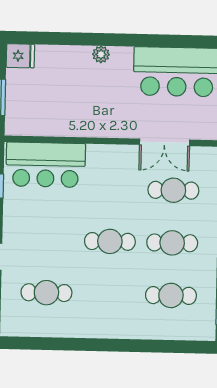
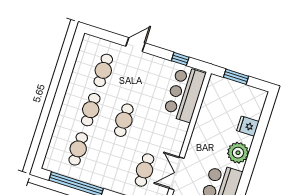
plant: (101, 54) -> (238, 153), width x1.87, depth x1.87
fridge: (20, 56) -> (248, 126), moved, turned 90
cafe table: (172, 243) -> (91, 110), moved

